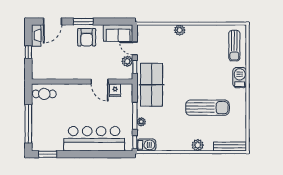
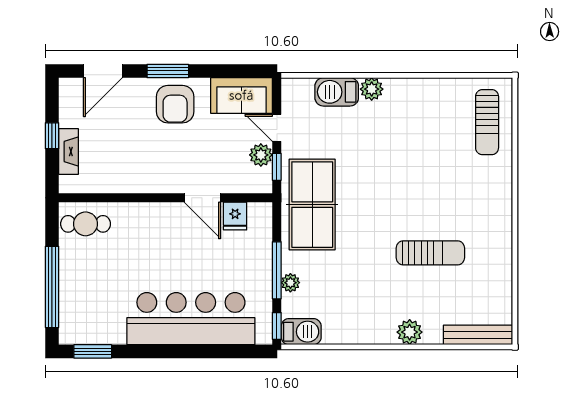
fireplace: (36, 36) -> (68, 152), moved
barbecue: (240, 78) -> (337, 92), moved, turned -90
sun lounger: (207, 108) -> (430, 253), width x0.73, depth x0.75

